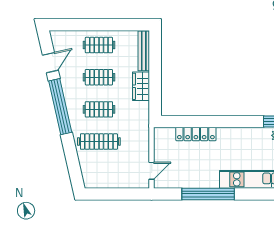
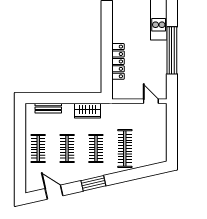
bench: (144, 51) -> (48, 108), width x0.73
wardrobe: (141, 86) -> (87, 111), moved
window: (60, 107) -> (93, 183), width x0.47

